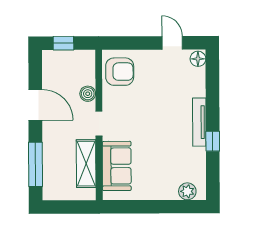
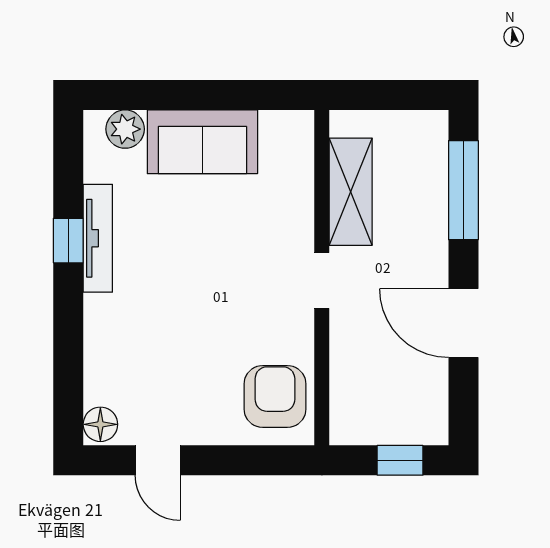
armchair: (120, 72) -> (275, 396), turned 90
boiler: (88, 94) -> (347, 348), removed
tv unit: (199, 122) -> (98, 238), moved
sofa: (117, 166) -> (202, 142), moved, turned -90

